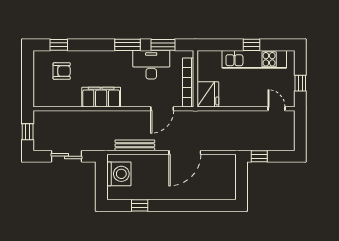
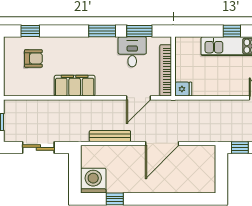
desk: (151, 65) -> (132, 52), width x0.73
fridge: (208, 94) -> (183, 89), width x0.53, depth x0.75
washing machine: (119, 174) -> (93, 181), moved, turned -90

